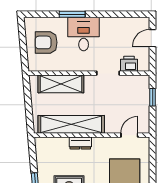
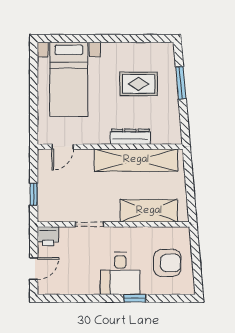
window: (72, 14) -> (135, 298), width x0.67
printer: (129, 64) -> (48, 236), moved
dresser: (80, 143) -> (130, 137), width x1.44

